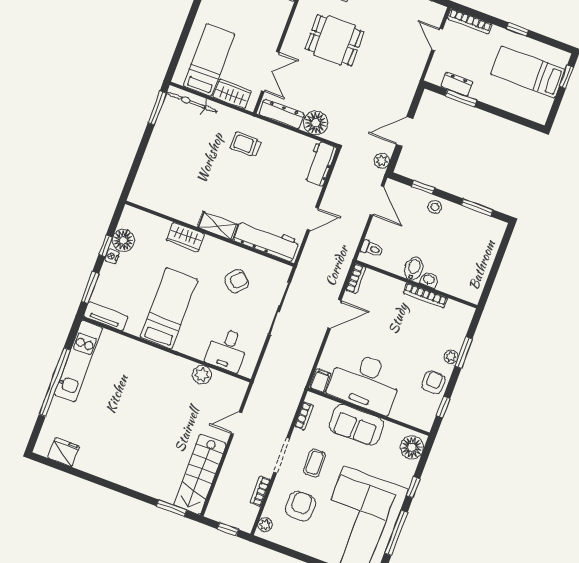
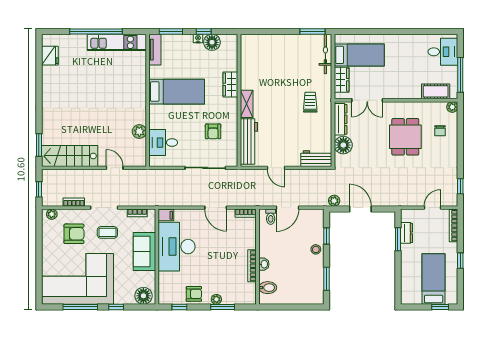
door: (377, 201) -> (287, 208), moved
bidet: (414, 268) -> (268, 288), moved
armchair: (237, 281) -> (213, 131), turned 48

